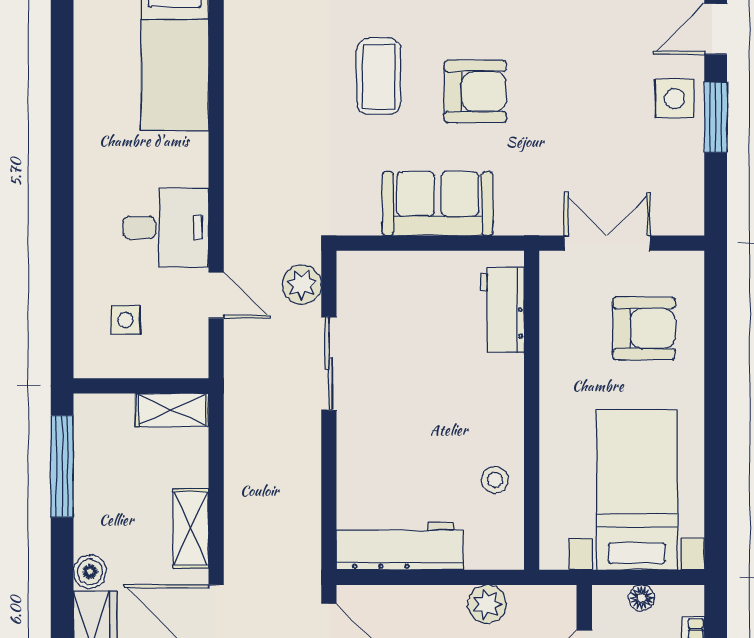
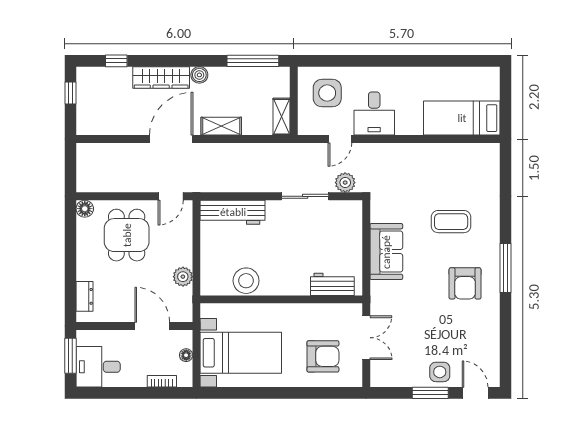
armchair: (475, 92) -> (465, 283), moved
side table: (126, 320) -> (327, 93), width x1.87, depth x1.87
armchair: (644, 328) -> (323, 356), turned -90
stool: (495, 480) -> (246, 281), width x1.89, depth x1.89
workbench: (400, 546) -> (233, 212), moved, turned 90

